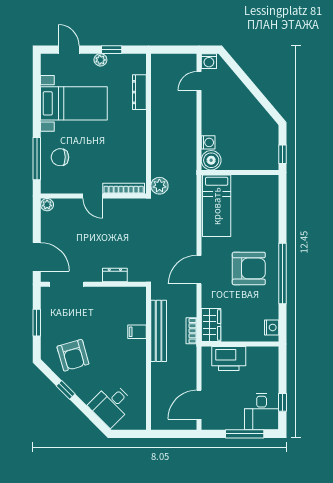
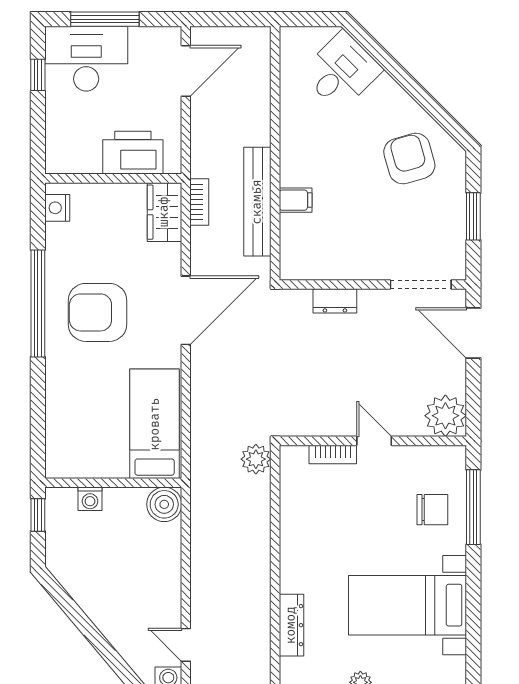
door: (199, 81) -> (186, 645), swing flipped
washing machine: (208, 142) -> (90, 499), moved, turned -90
bookcase: (124, 188) -> (333, 454), width x0.64
plant: (47, 205) -> (445, 416), width x1.87, depth x1.87
door: (199, 270) -> (186, 310), width x1.36
window: (66, 390) -> (422, 97), removed
desk: (262, 412) -> (86, 59), width x1.37

